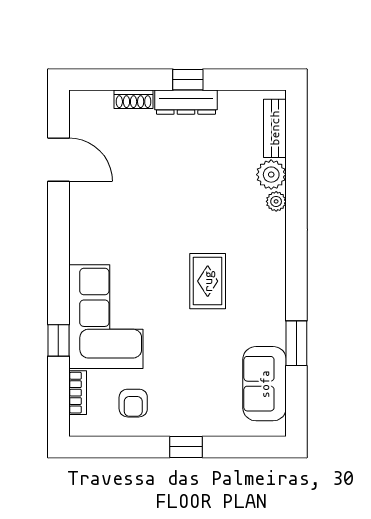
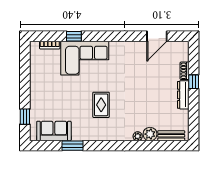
window: (188, 80) -> (194, 82), moved
rug: (208, 281) -> (101, 105), turned 90
armchair: (133, 403) -> (45, 71), removed
window: (186, 447) -> (25, 117), moved

